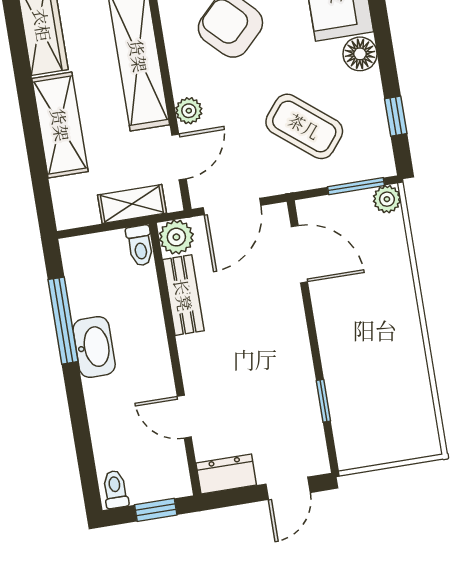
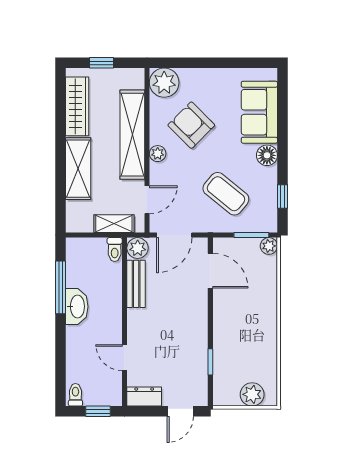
plant: (189, 111) -> (158, 154), moved
plant: (399, 442) -> (252, 394), added

